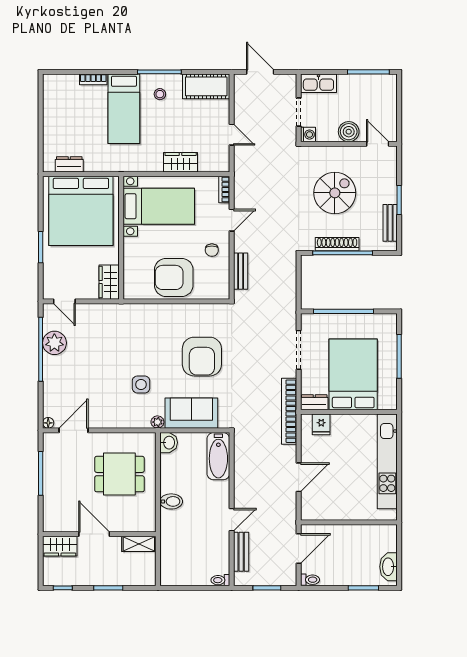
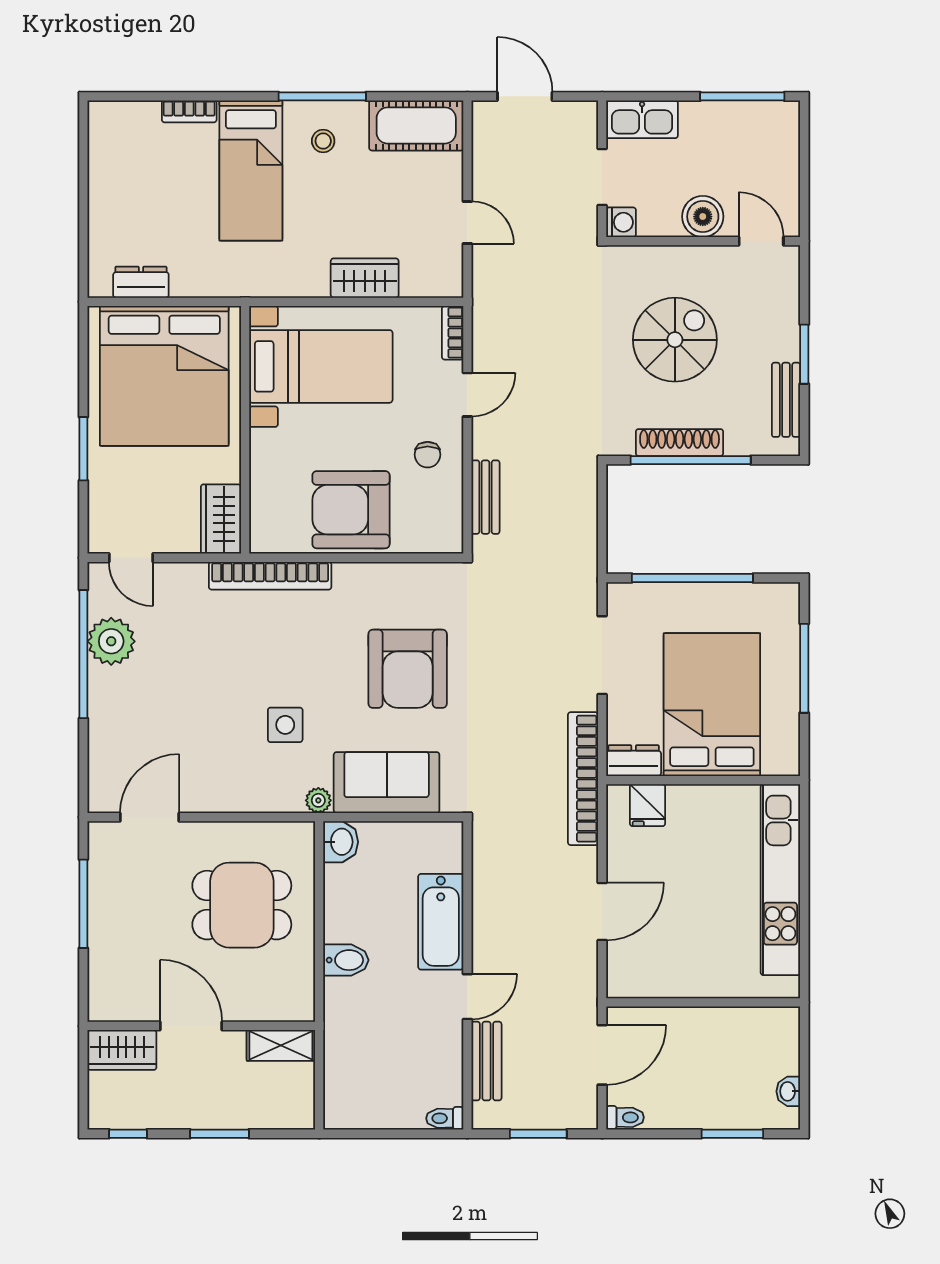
bookcase: (134, 310) -> (270, 576), added
floor lamp: (48, 423) -> (99, 802), removed
bathtub: (218, 456) -> (441, 922), moved
washbasin: (389, 567) -> (788, 1091), width x0.52, depth x0.69

